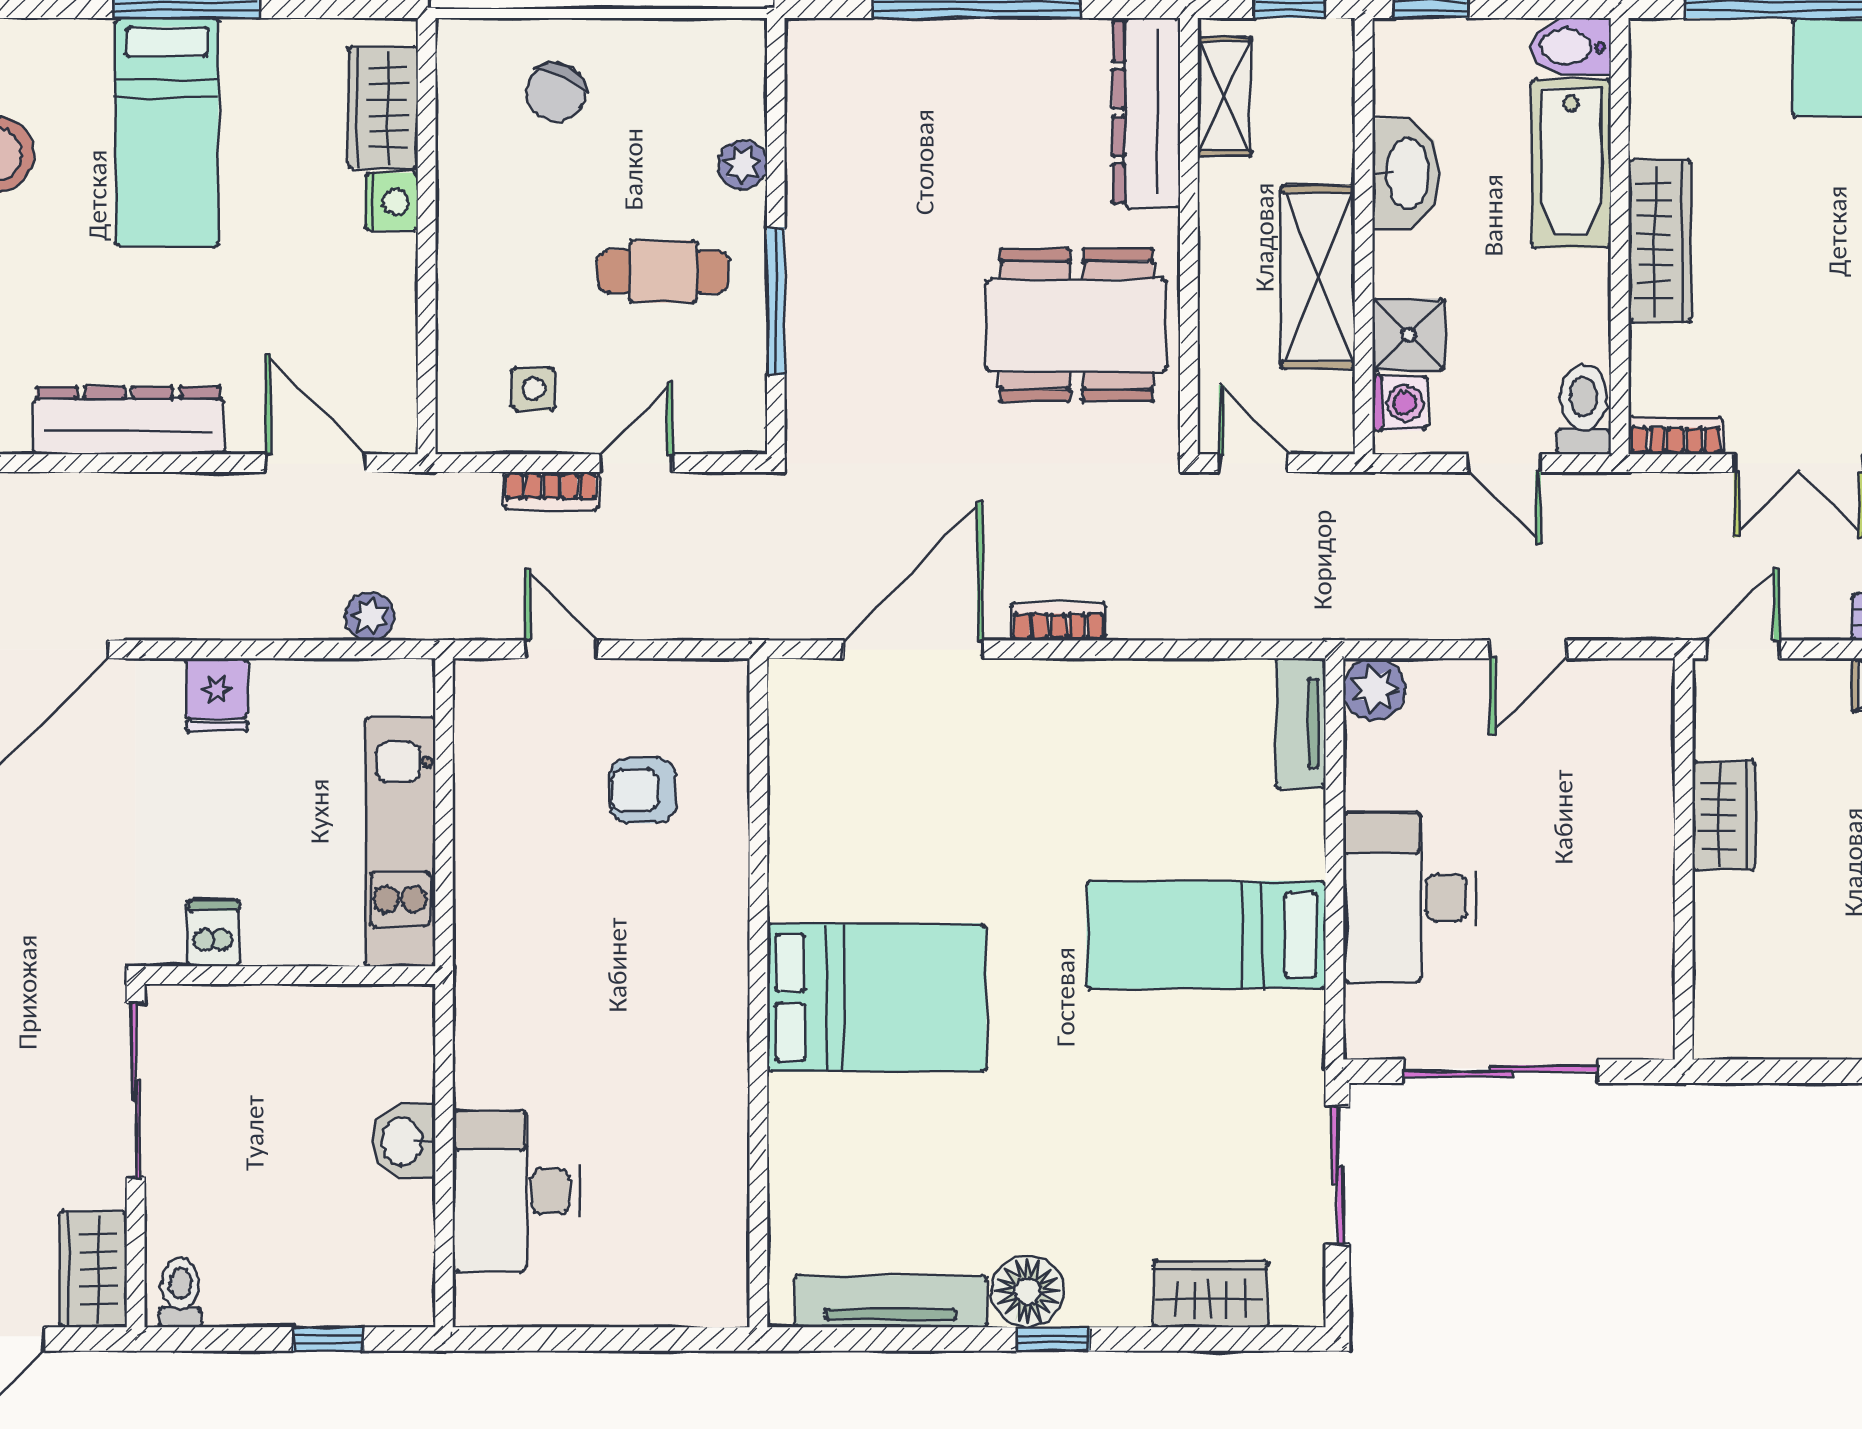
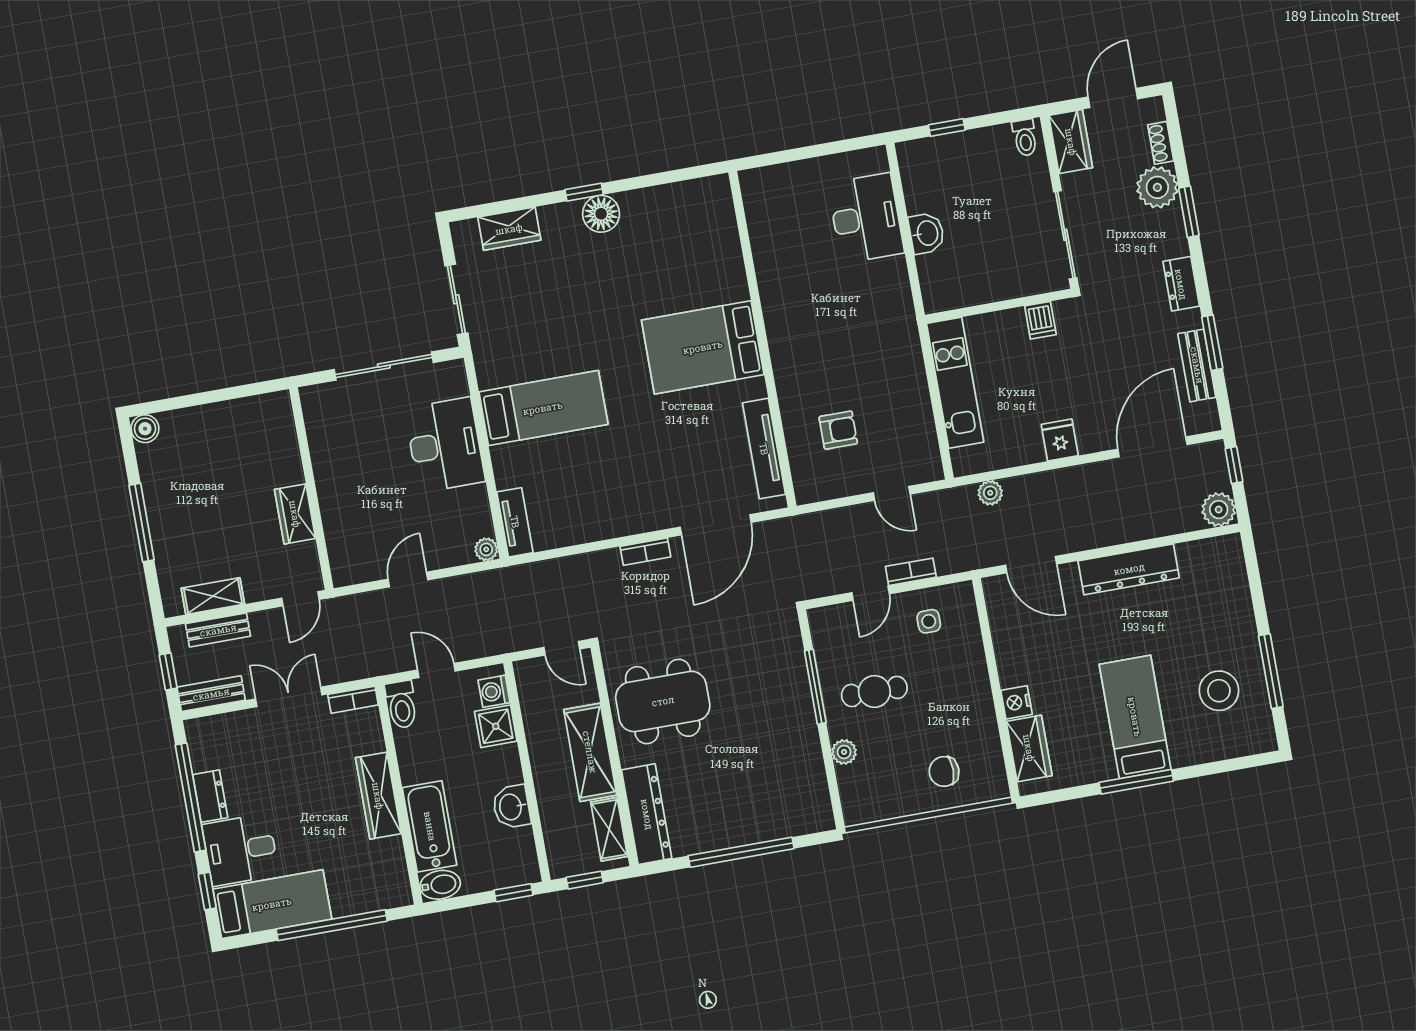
chair: (556, 93) -> (944, 771), turned -115
washbasin: (1406, 173) -> (511, 807), width x0.72
shelving: (1318, 277) -> (590, 752), moved
plant: (1374, 689) -> (486, 549), width x0.73, depth x0.73
tv unit: (891, 1301) -> (764, 449), moved, turned 90

